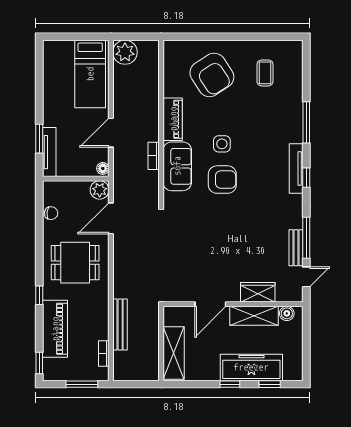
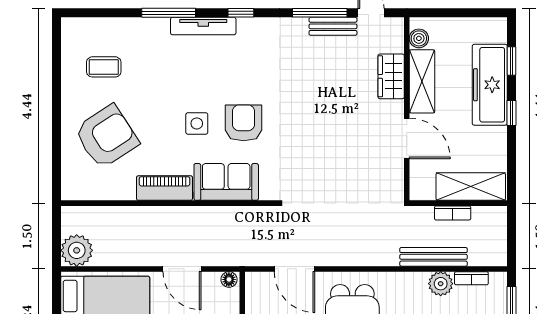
bookcase: (154, 156) -> (453, 213), moved
tv unit: (296, 168) -> (203, 26), moved
plant: (100, 190) -> (441, 284), moved

